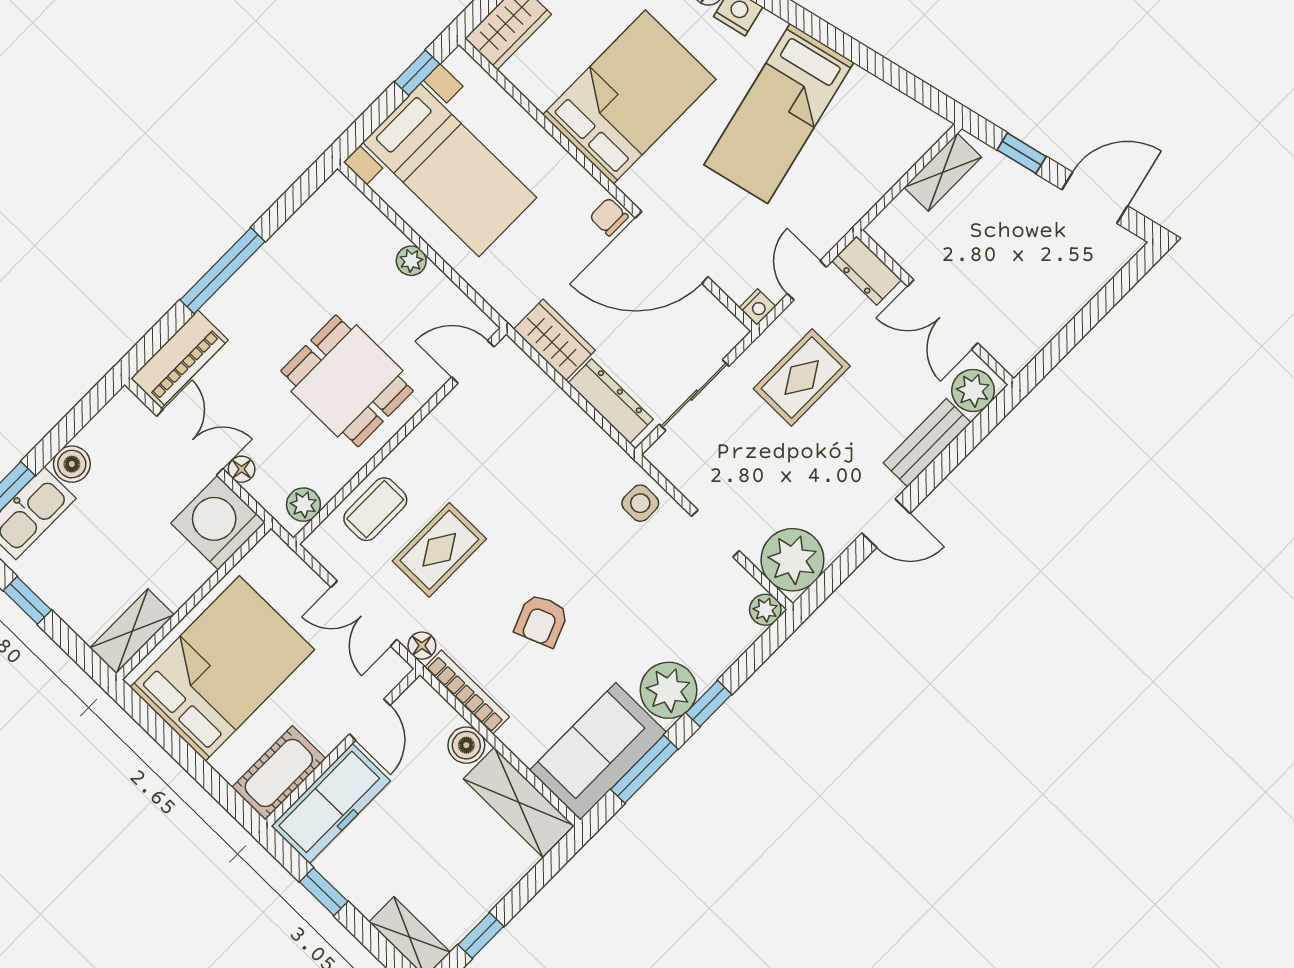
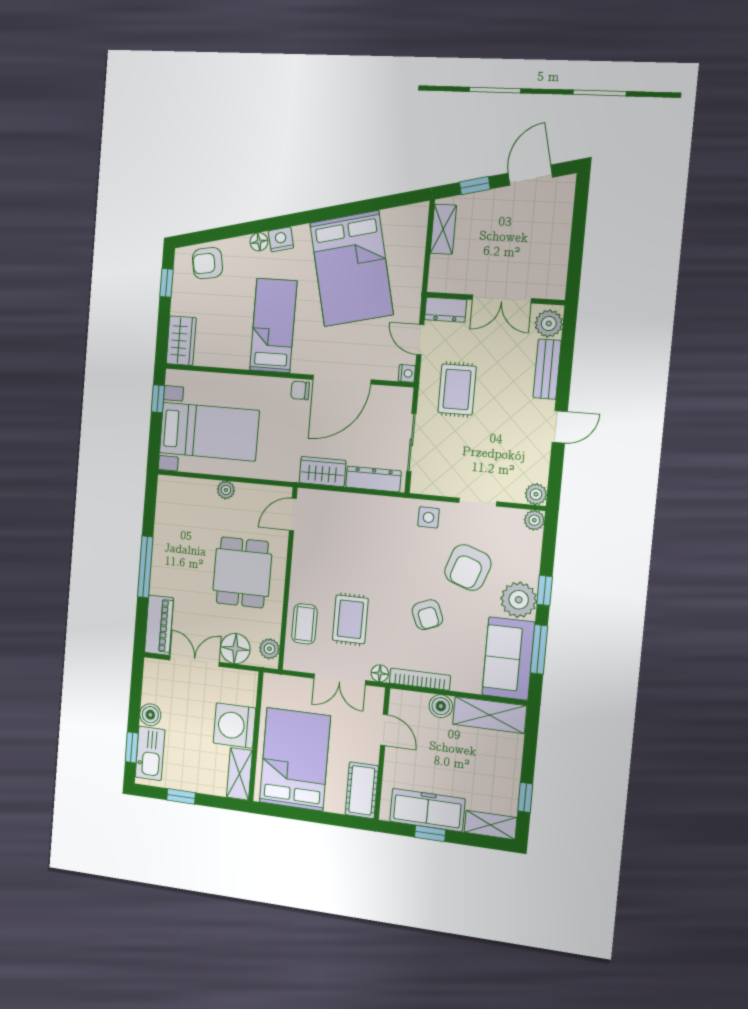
bed: (629, 97) -> (273, 326), width x0.67
bed: (779, 114) -> (352, 269), width x1.50
dining table: (347, 381) -> (242, 572), turned 90
floor lamp: (242, 469) -> (235, 649), width x1.89, depth x1.89
washing machine: (218, 523) -> (234, 726), moved
plant: (792, 560) -> (536, 494), width x0.53, depth x0.53
armchair: (639, 602) -> (468, 568), added
freezer: (331, 803) -> (427, 810), moved, turned -90

